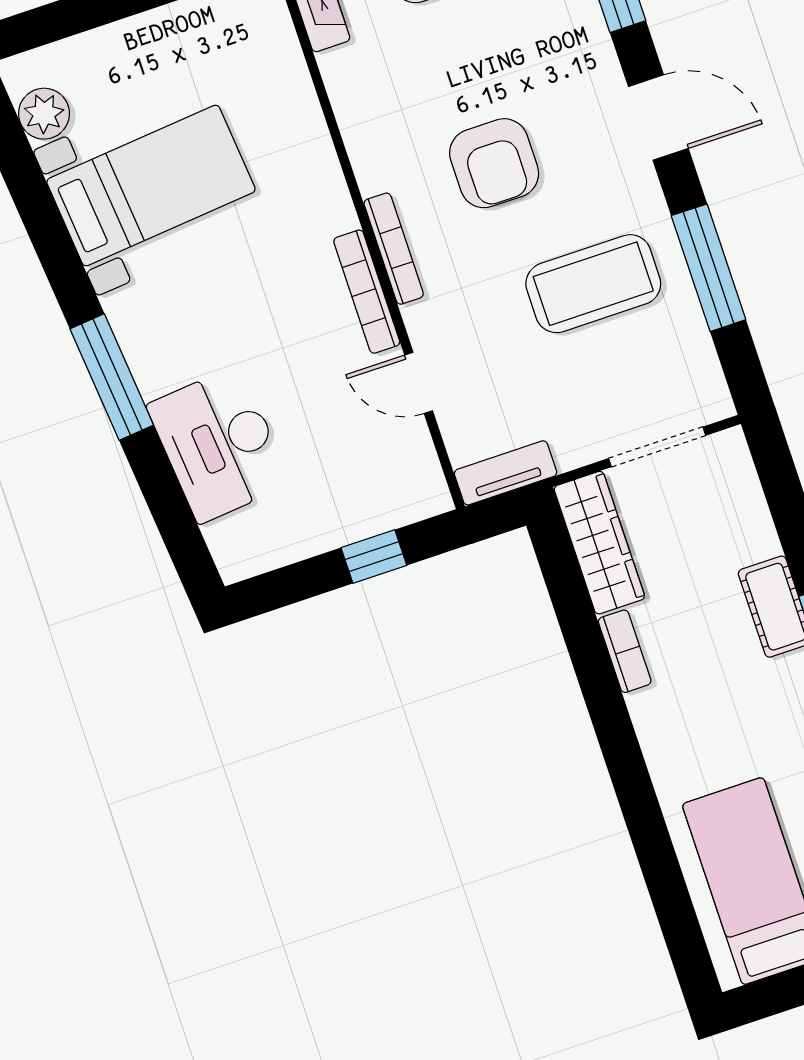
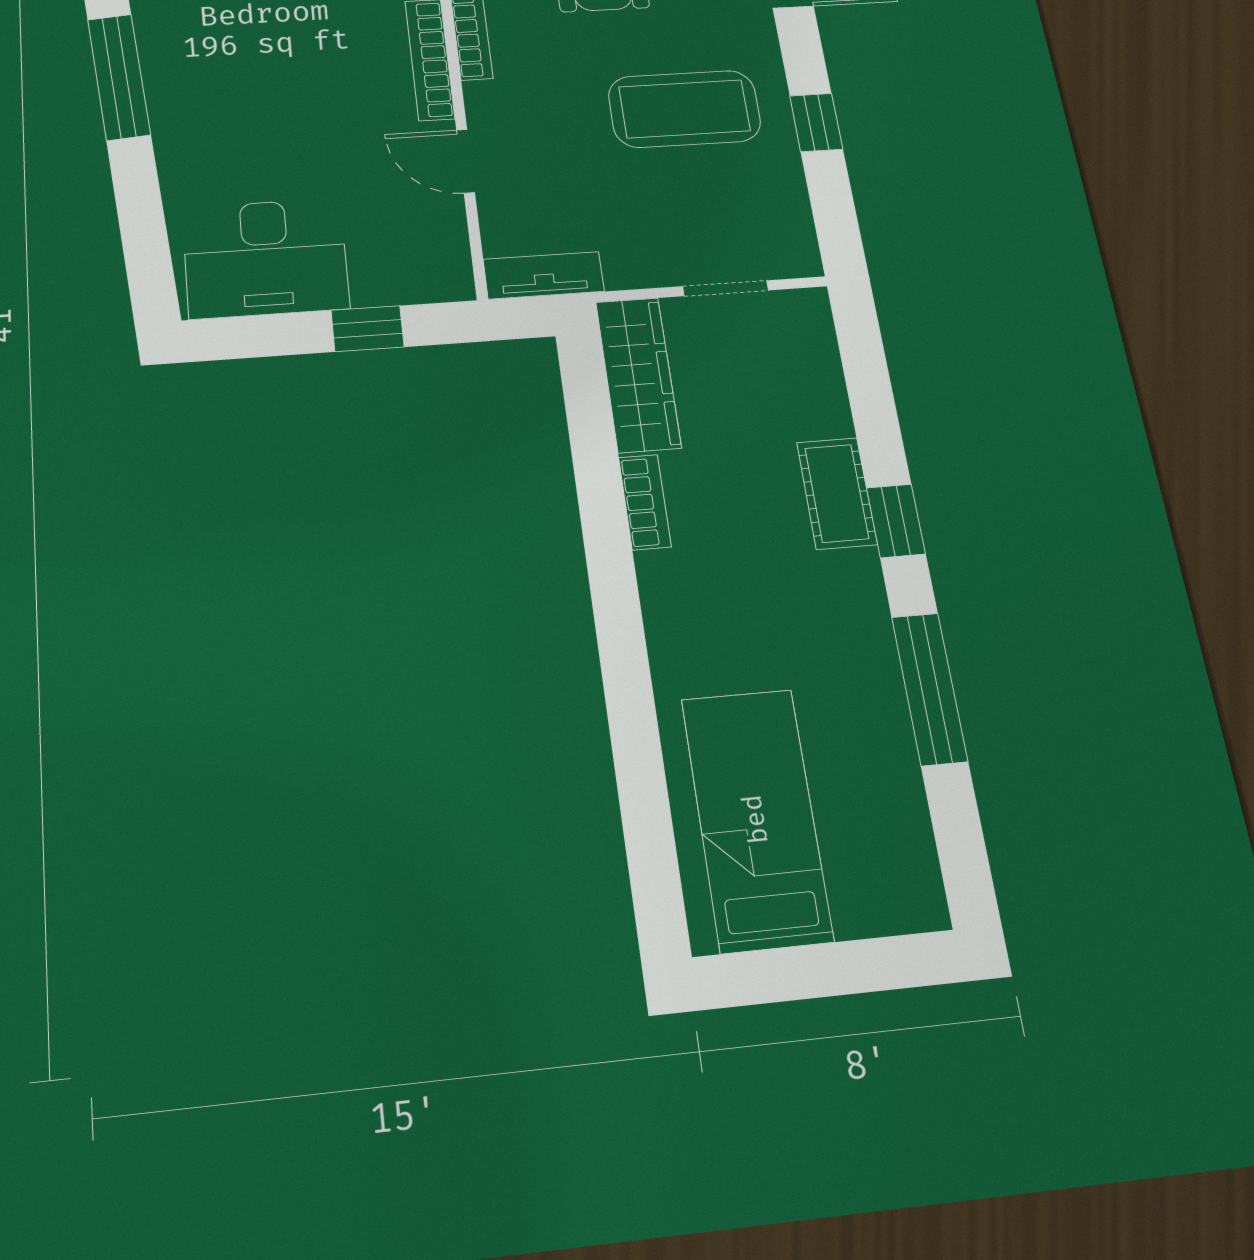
window: (709, 268) -> (816, 122), width x0.46
desk: (219, 444) -> (266, 258), moved, turned -85
doorway: (657, 447) -> (726, 288), width x0.73

